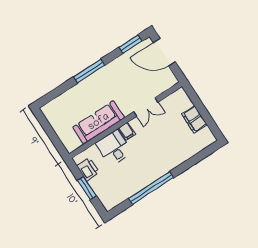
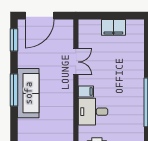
sofa: (99, 122) -> (28, 93), moved, turned 180

